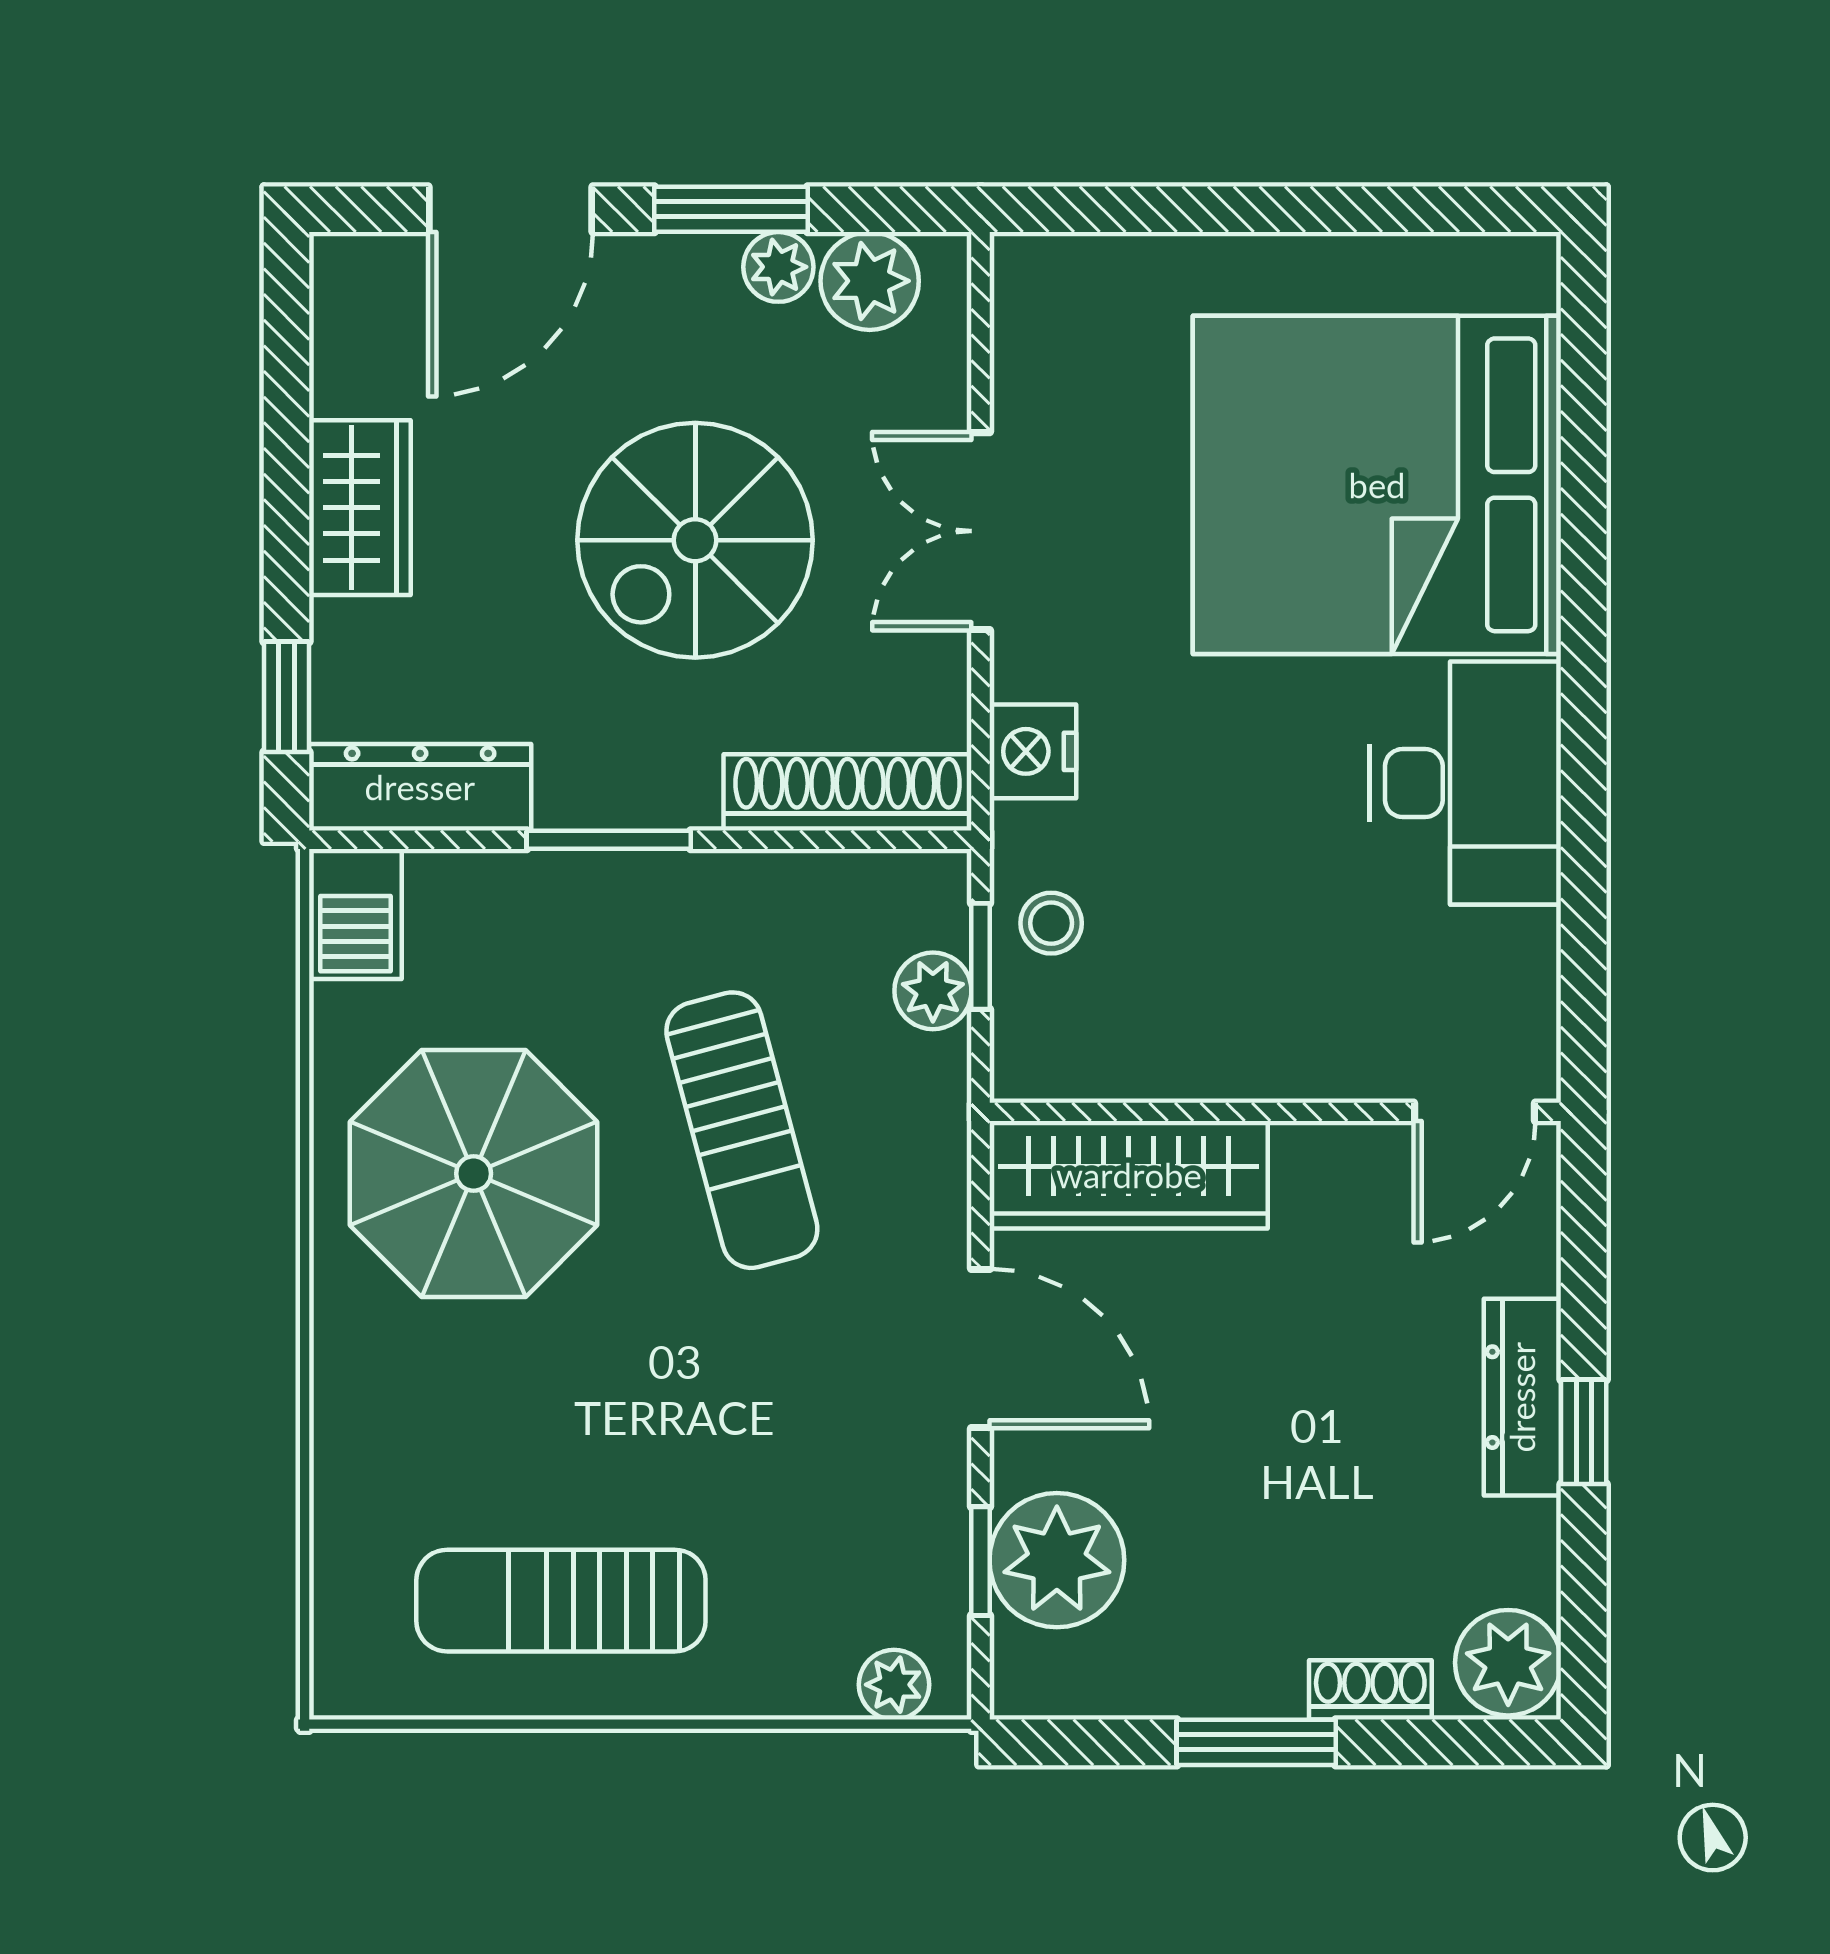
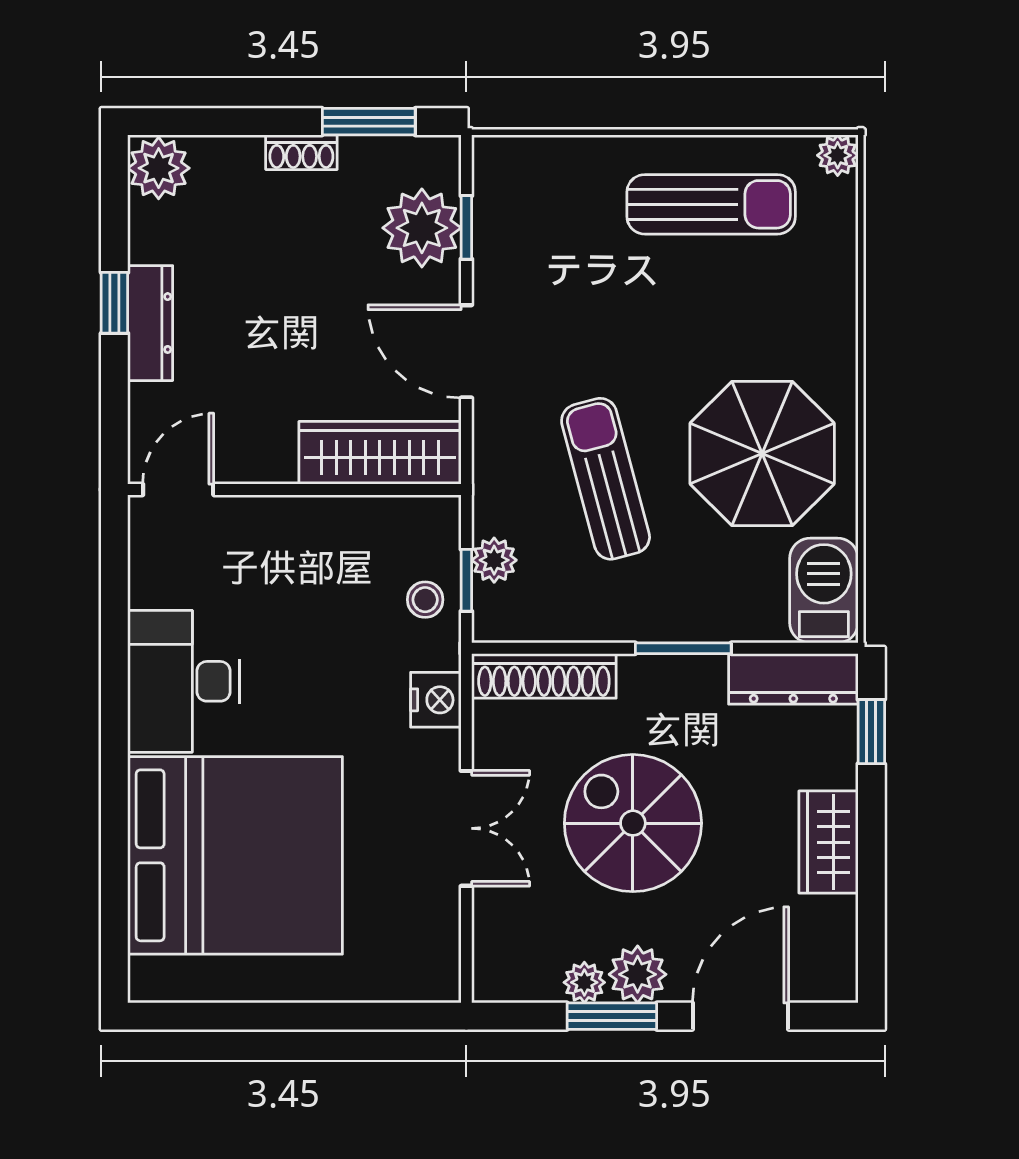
plant: (870, 281) -> (638, 974), moved
spiral stairs: (695, 540) -> (633, 823), turned -90
barbecue: (355, 914) -> (824, 591), width x1.38, depth x1.27
plant: (894, 1685) -> (838, 155), moved
shoe rack: (1370, 1690) -> (301, 152), moved
window: (1256, 1742) -> (369, 122), moved

